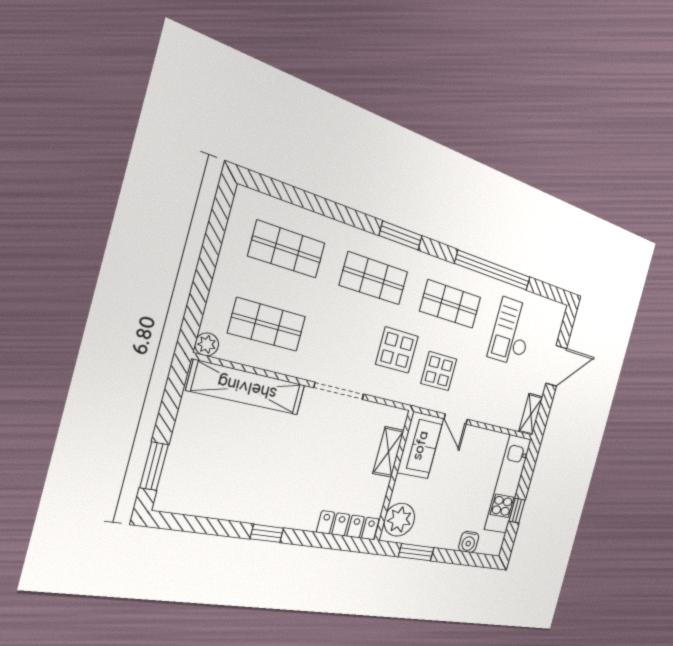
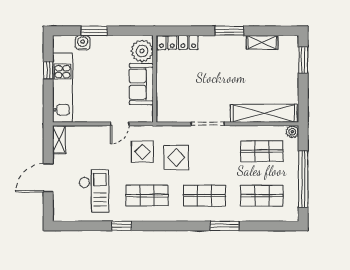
window: (401, 236) -> (225, 226), moved
window: (209, 256) -> (303, 179), added
window: (493, 270) -> (122, 226), width x0.32
door: (456, 419) -> (120, 124), swing flipped
sofa: (420, 445) -> (141, 84), moved
shelving: (388, 452) -> (262, 42), moved, turned 90
window: (267, 533) -> (229, 31), width x1.50
window: (416, 552) -> (94, 31), moved

